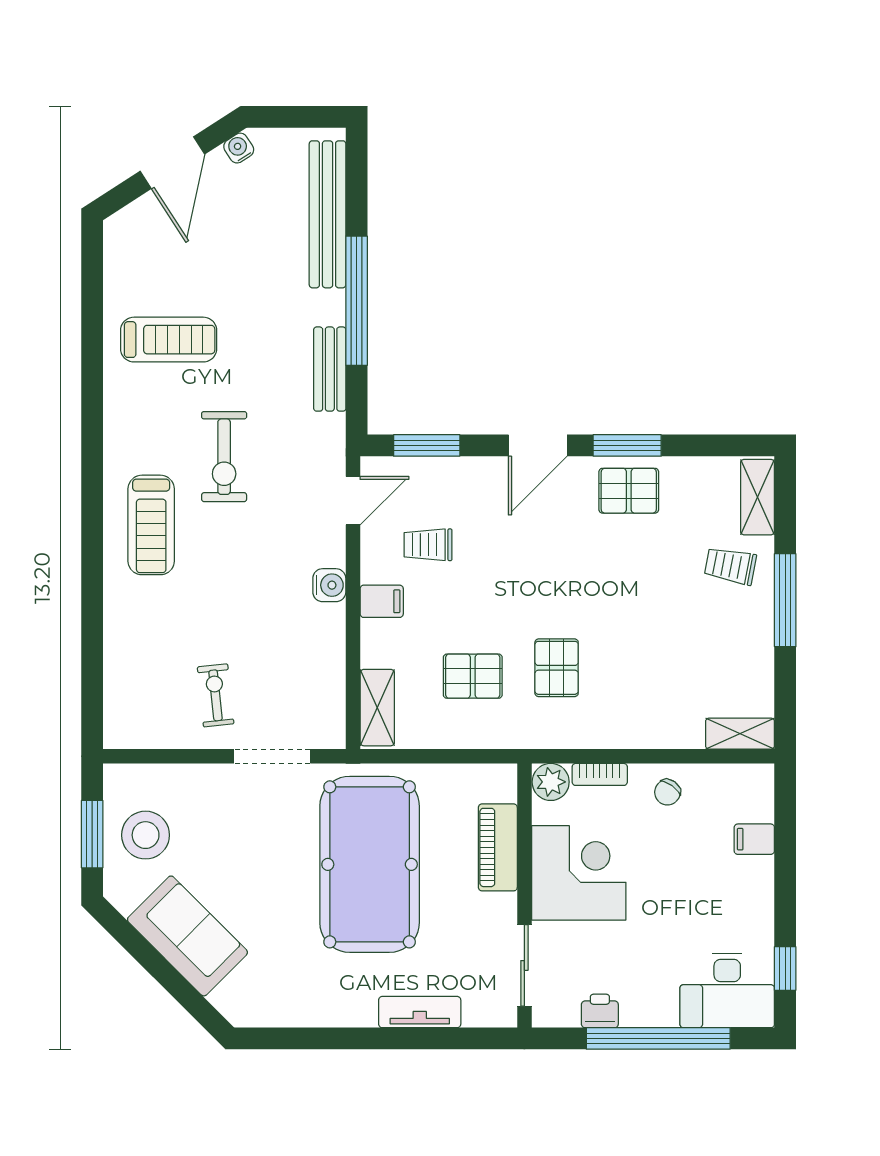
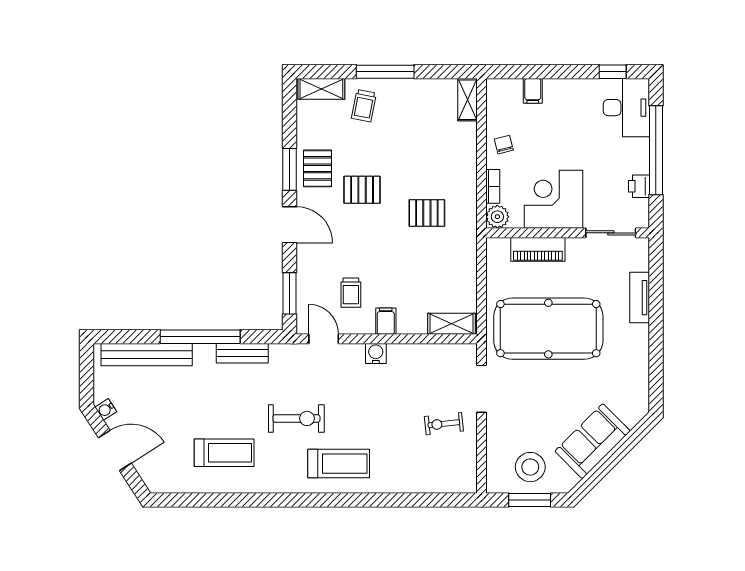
treadmill: (169, 340) -> (224, 453), turned 90
pallet: (473, 676) -> (362, 190), moved, turned 90
chair: (667, 792) -> (504, 145), turned -140

